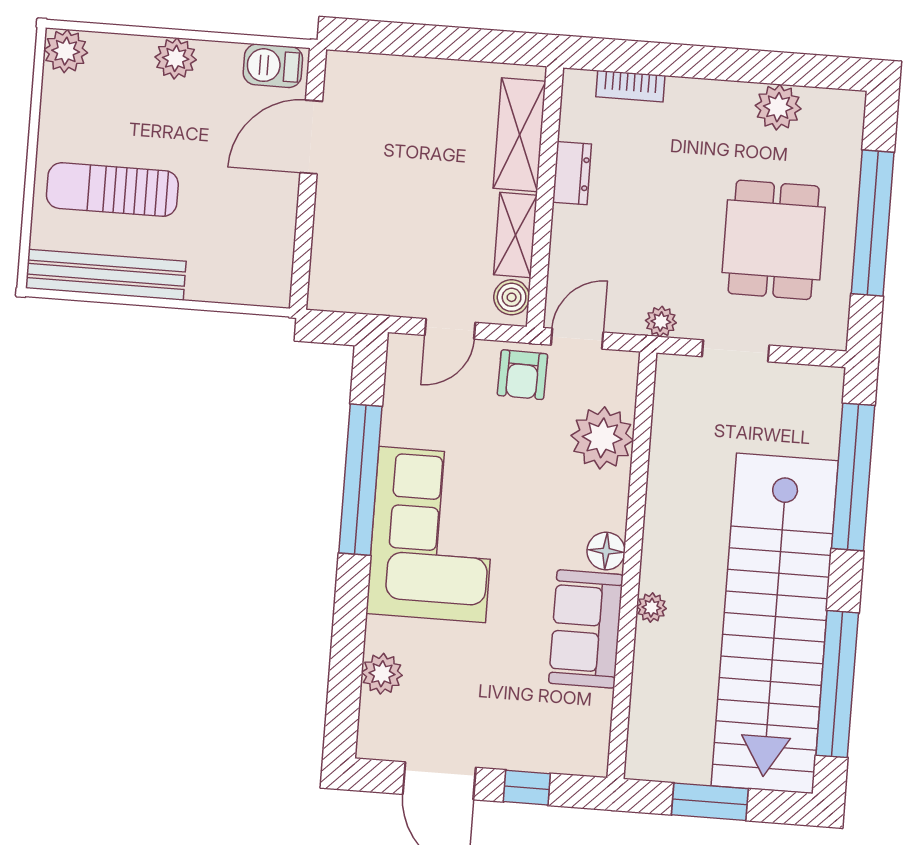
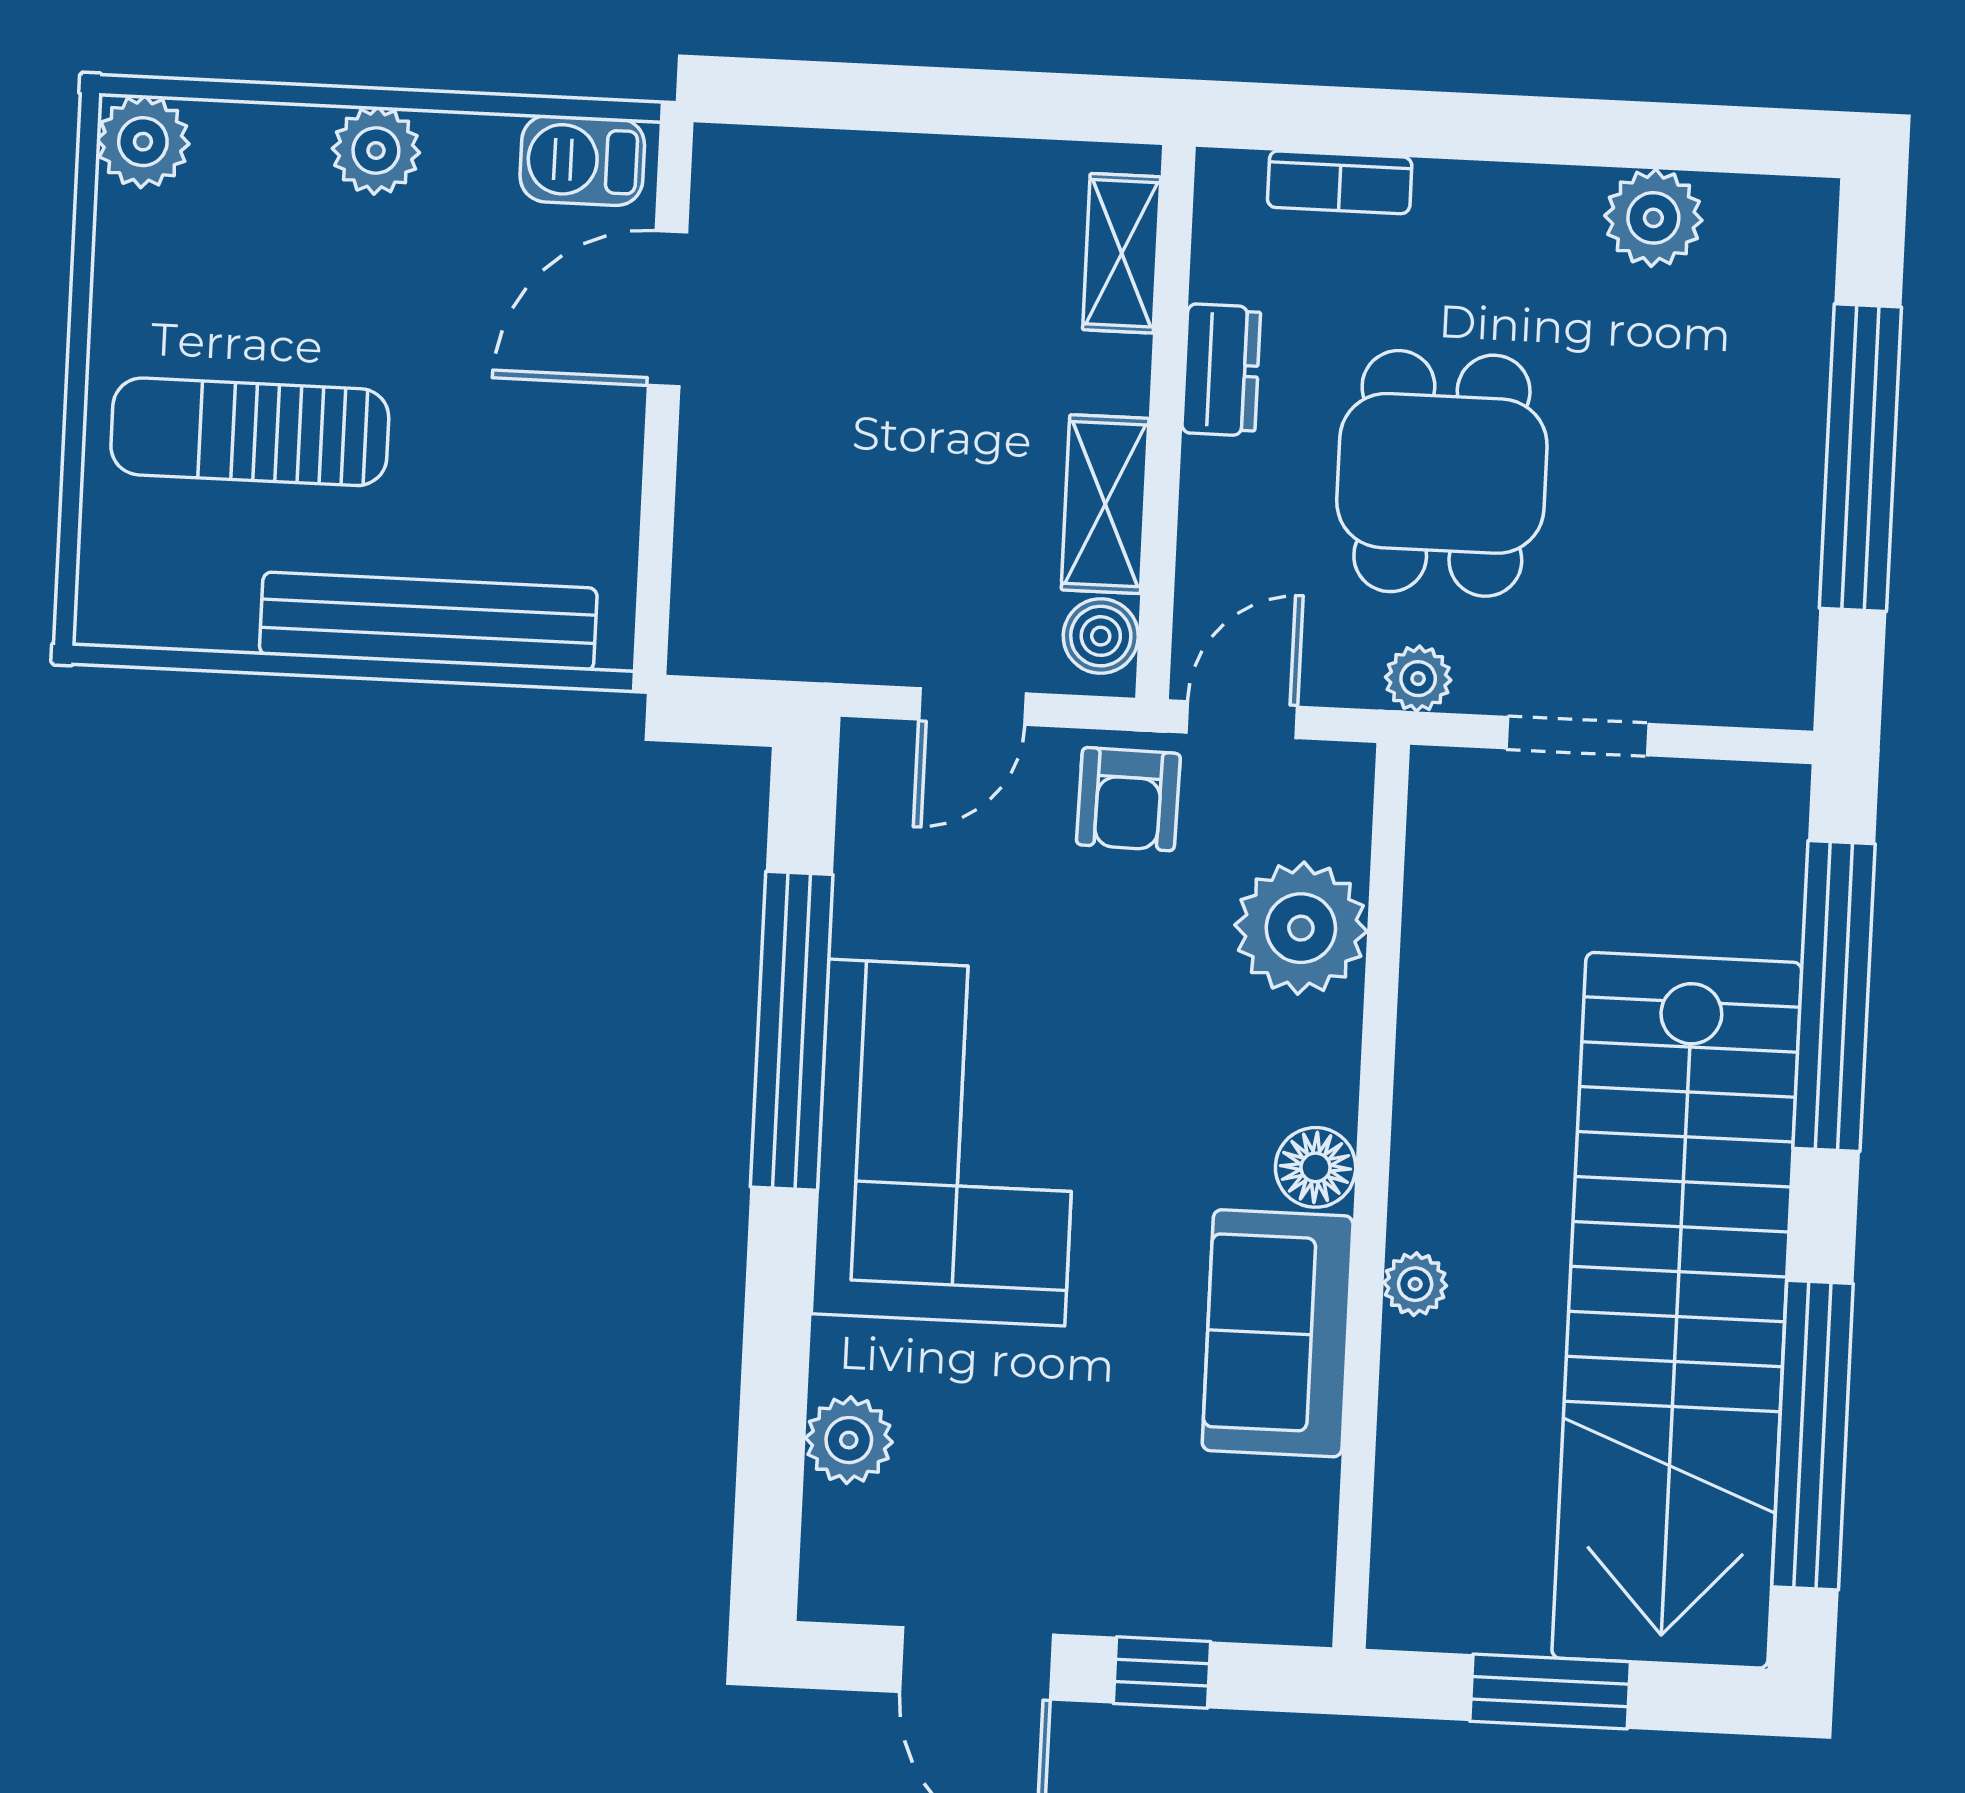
shelving: (520, 135) -> (1122, 253), width x0.67, depth x0.75
dining table: (774, 240) -> (1442, 473), moved
bench: (106, 275) -> (428, 621), moved

